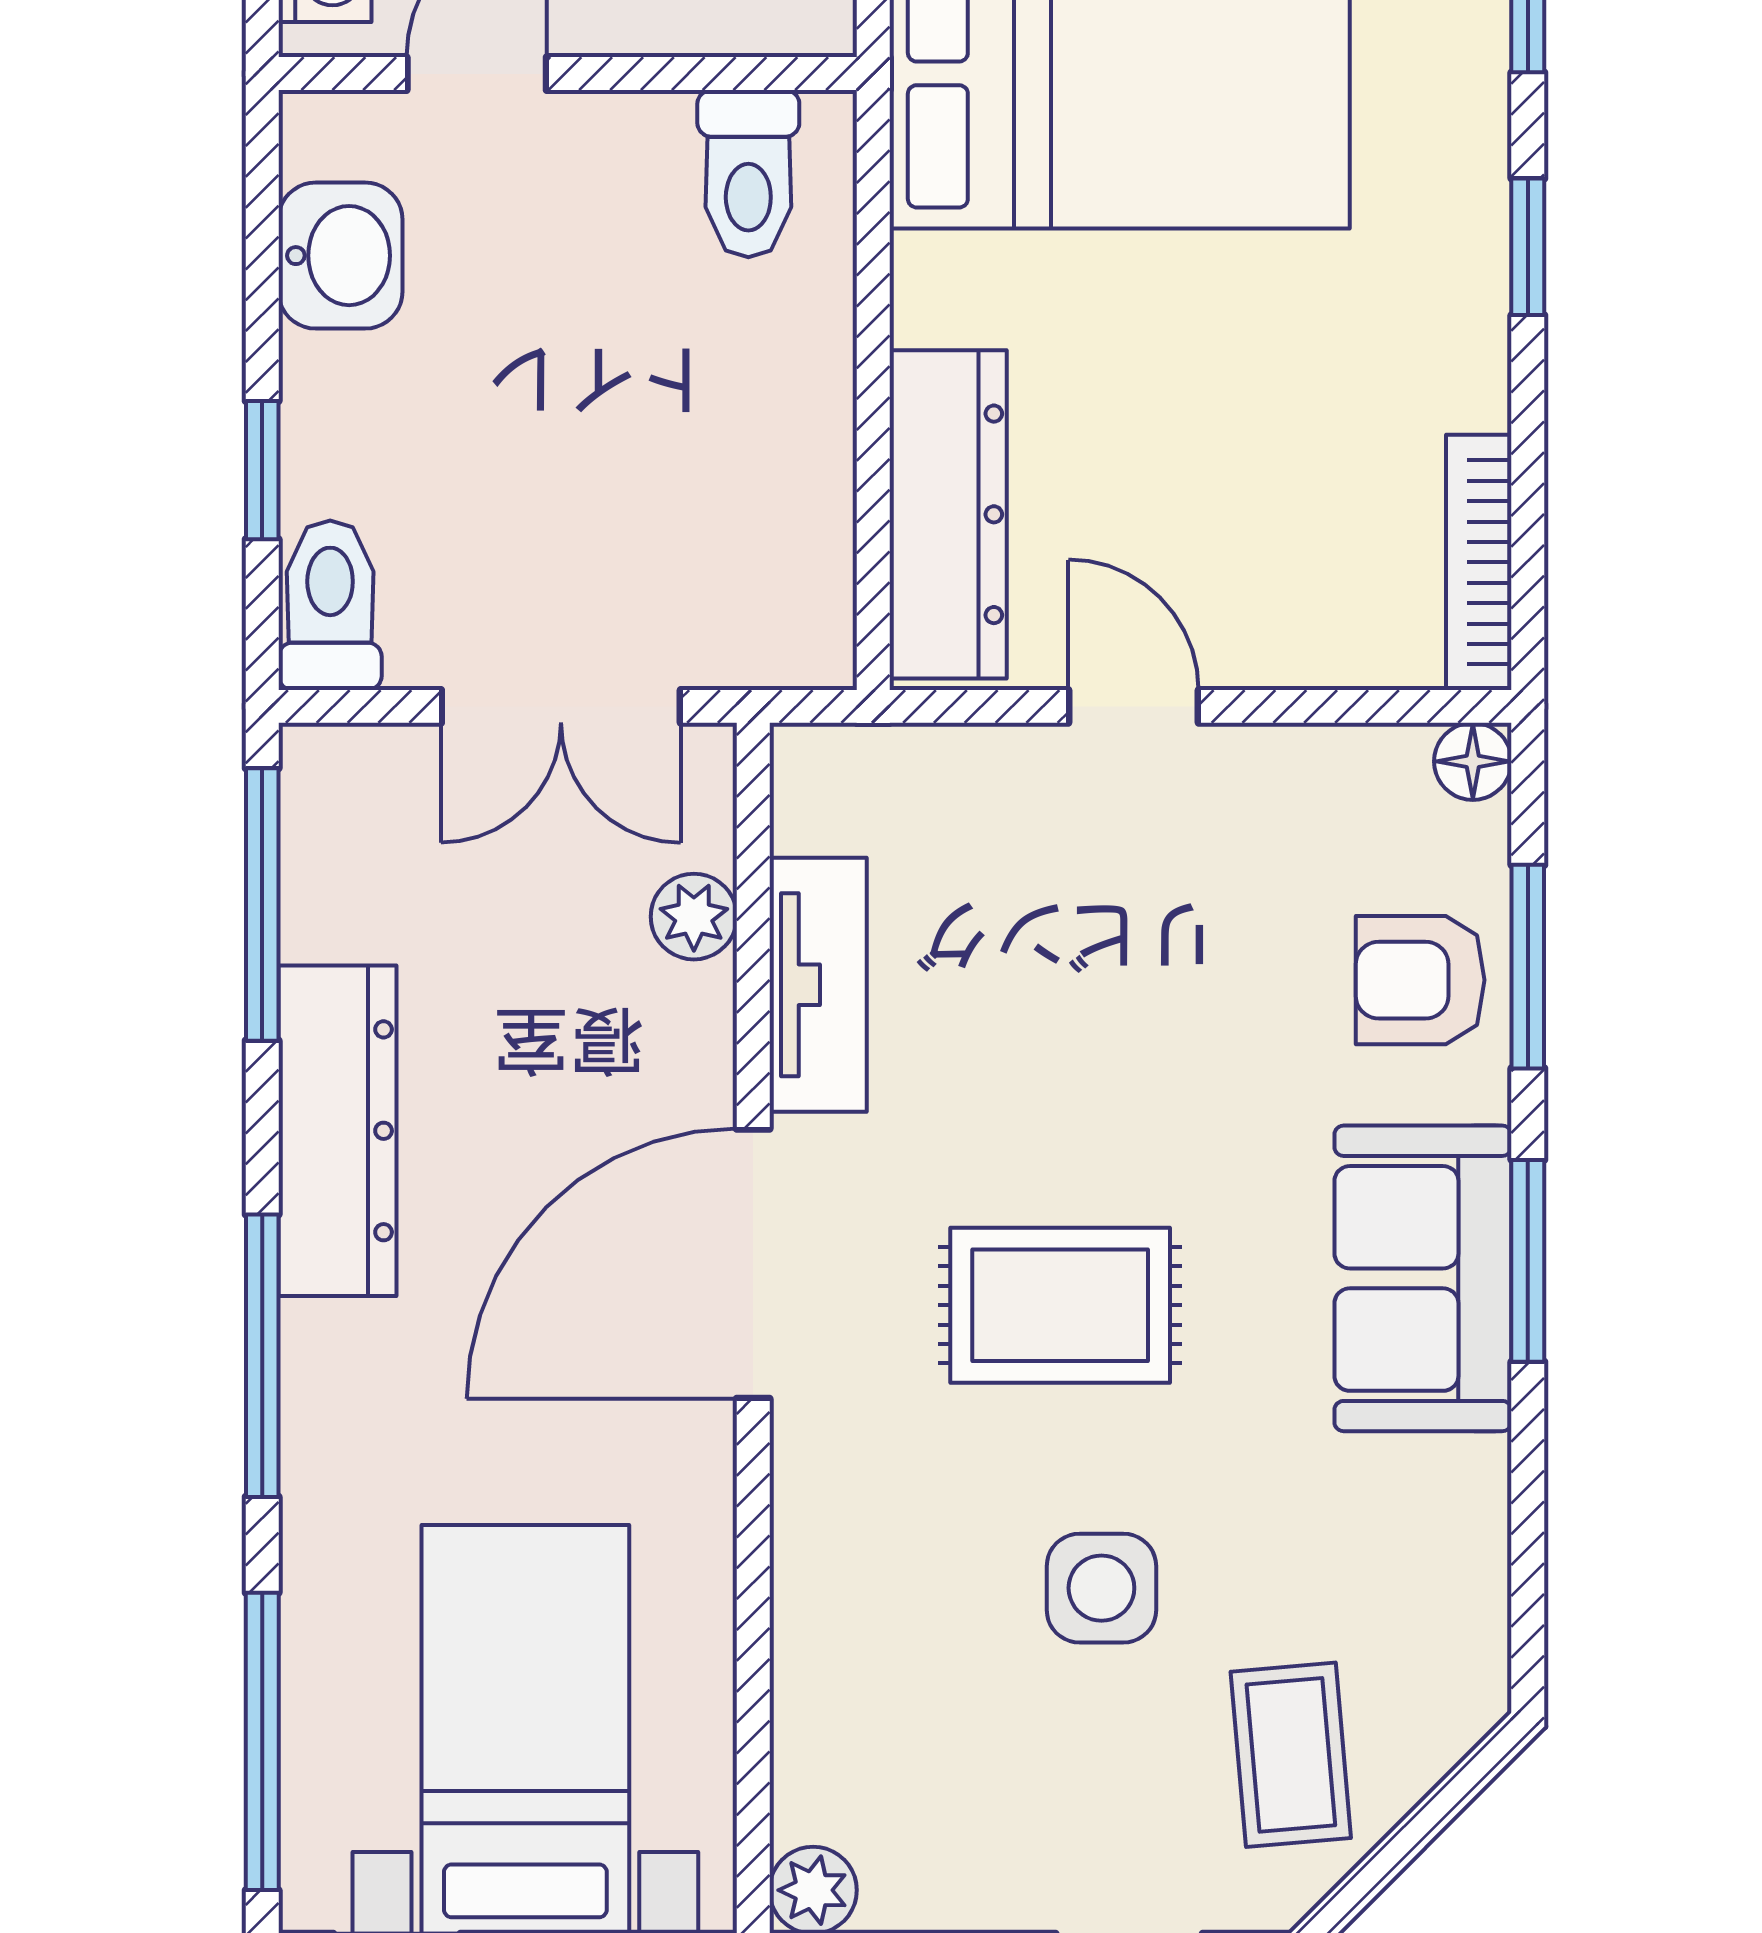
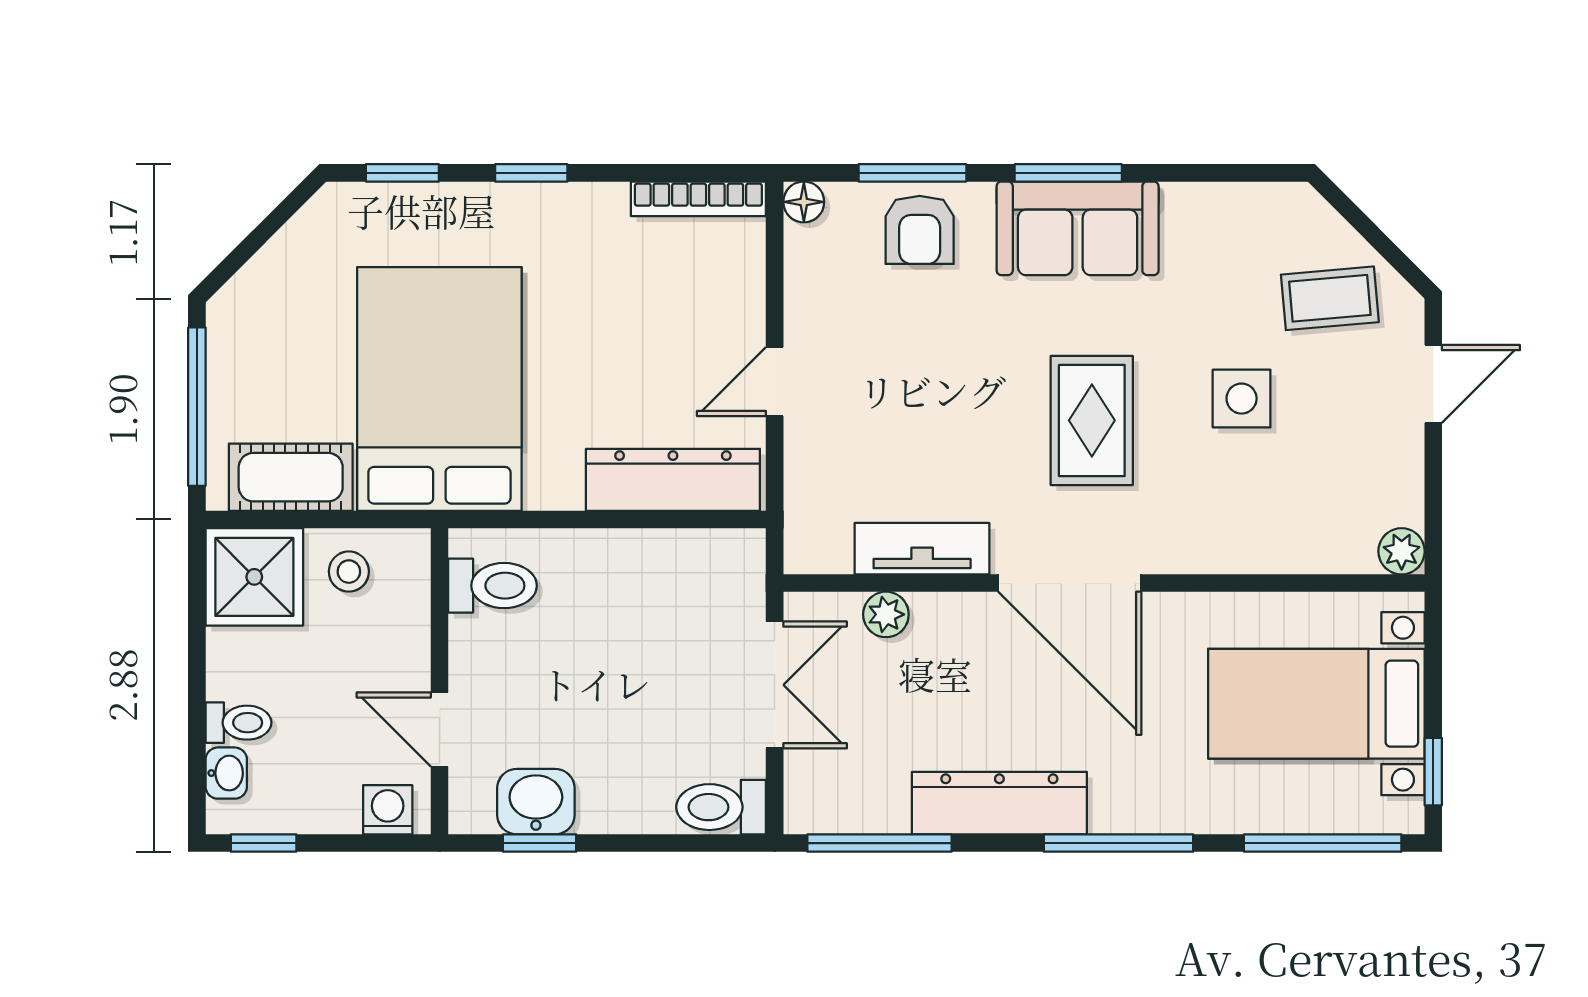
window: (262, 470) -> (540, 843), moved

